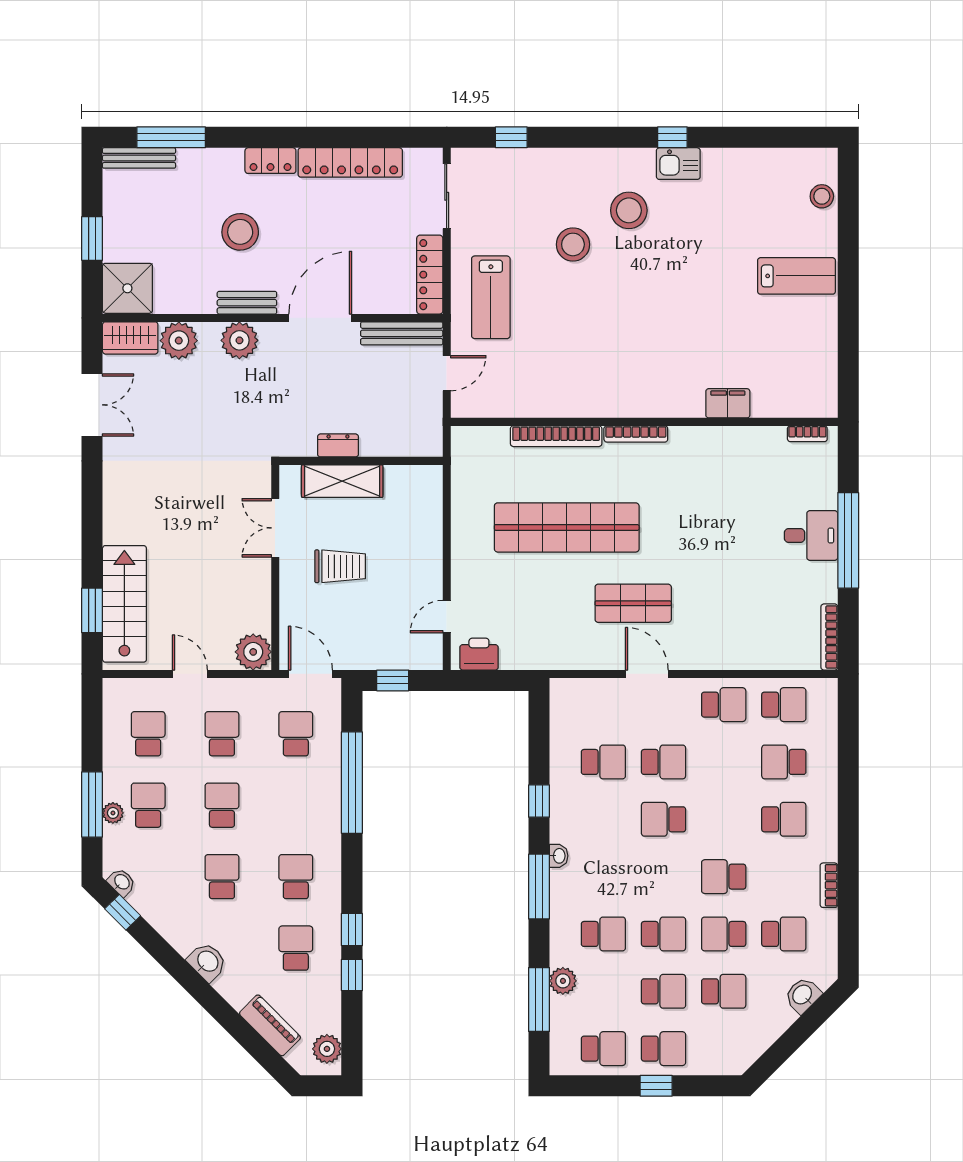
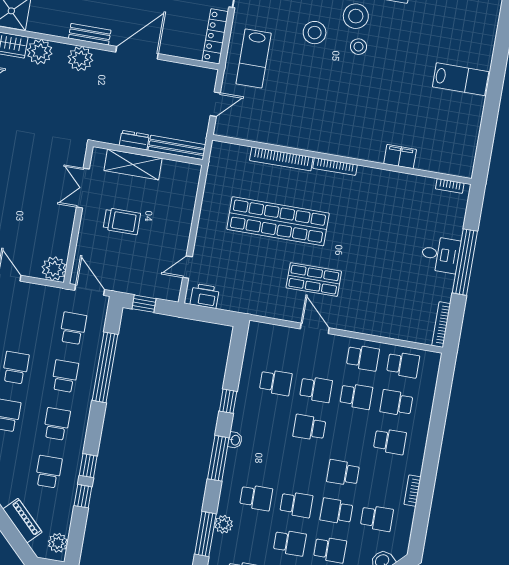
stool: (822, 196) -> (358, 47), moved
bench: (402, 333) -> (177, 147), moved
school desk: (222, 734) -> (65, 376), moved
school desk: (724, 762) -> (356, 396), added

